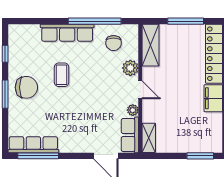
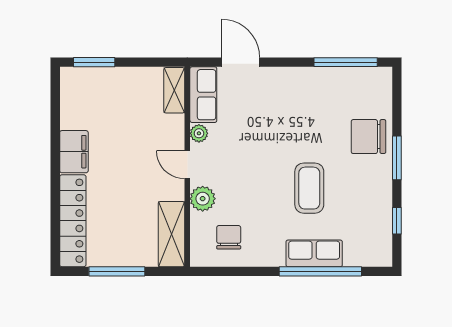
window: (95, 21) -> (320, 271), moved
row of seats: (67, 33) -> (314, 253), width x0.68
coffee table: (62, 75) -> (309, 188), width x1.36, depth x1.30
chair: (26, 87) -> (368, 137), moved
row of seats: (33, 145) -> (353, 79), removed

